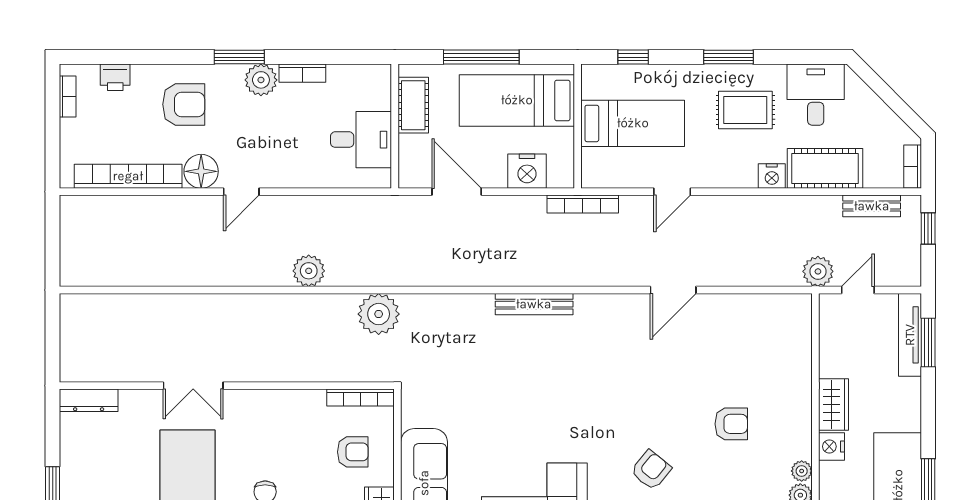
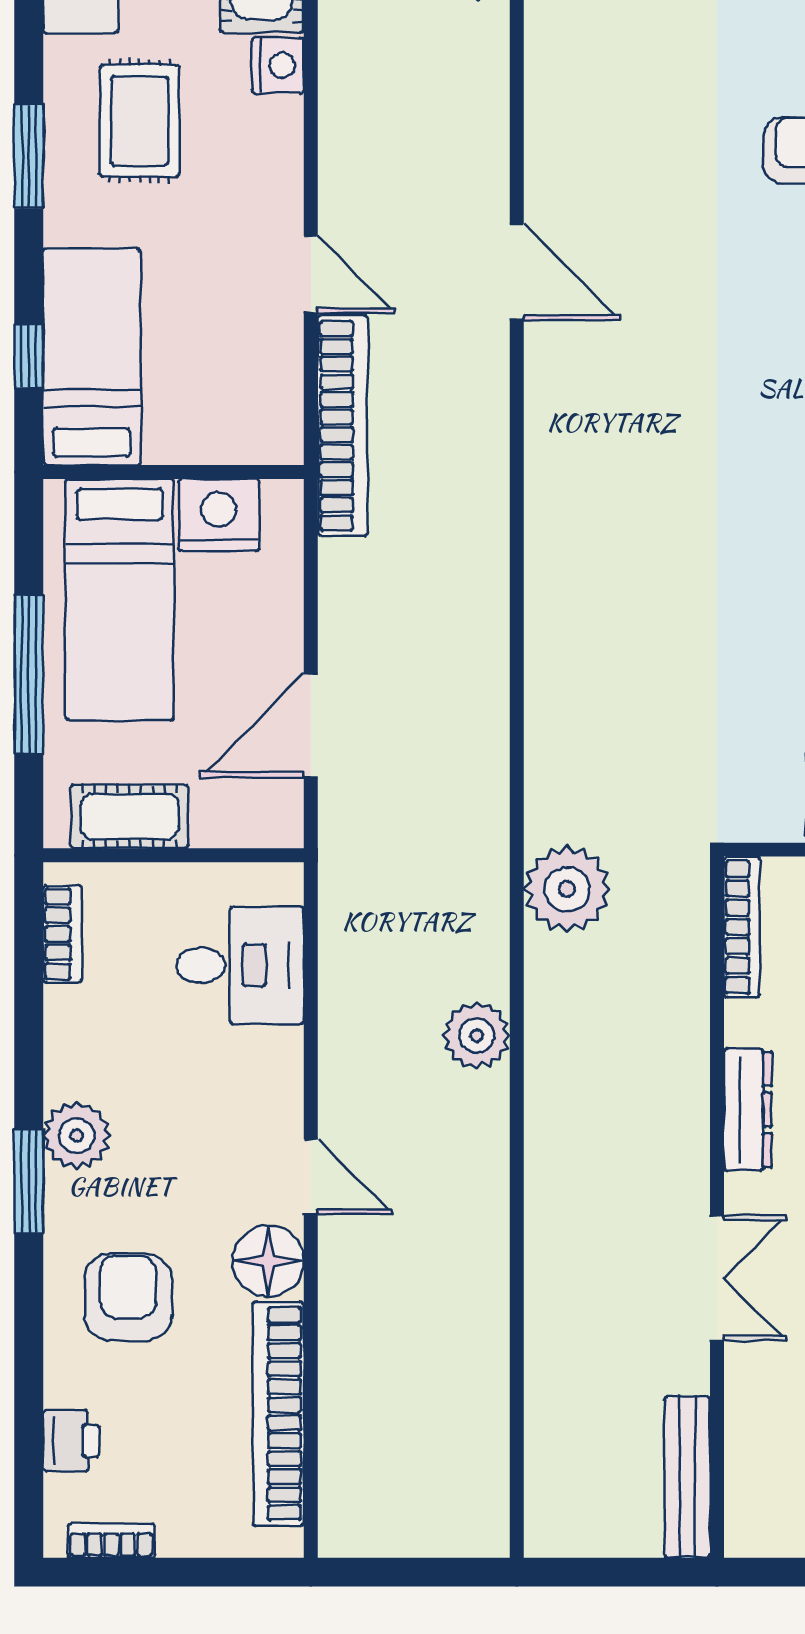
bookcase: (302, 73) -> (62, 934), moved
bed: (633, 123) -> (92, 357), moved
desk: (361, 140) -> (240, 965), moved, turned 90
nightstand: (527, 171) -> (219, 515), moved, turned -90
bookcase: (583, 204) -> (343, 426), width x1.48, depth x1.31
bench: (534, 304) -> (687, 1477), moved
dresser: (89, 400) -> (748, 1110), moved

